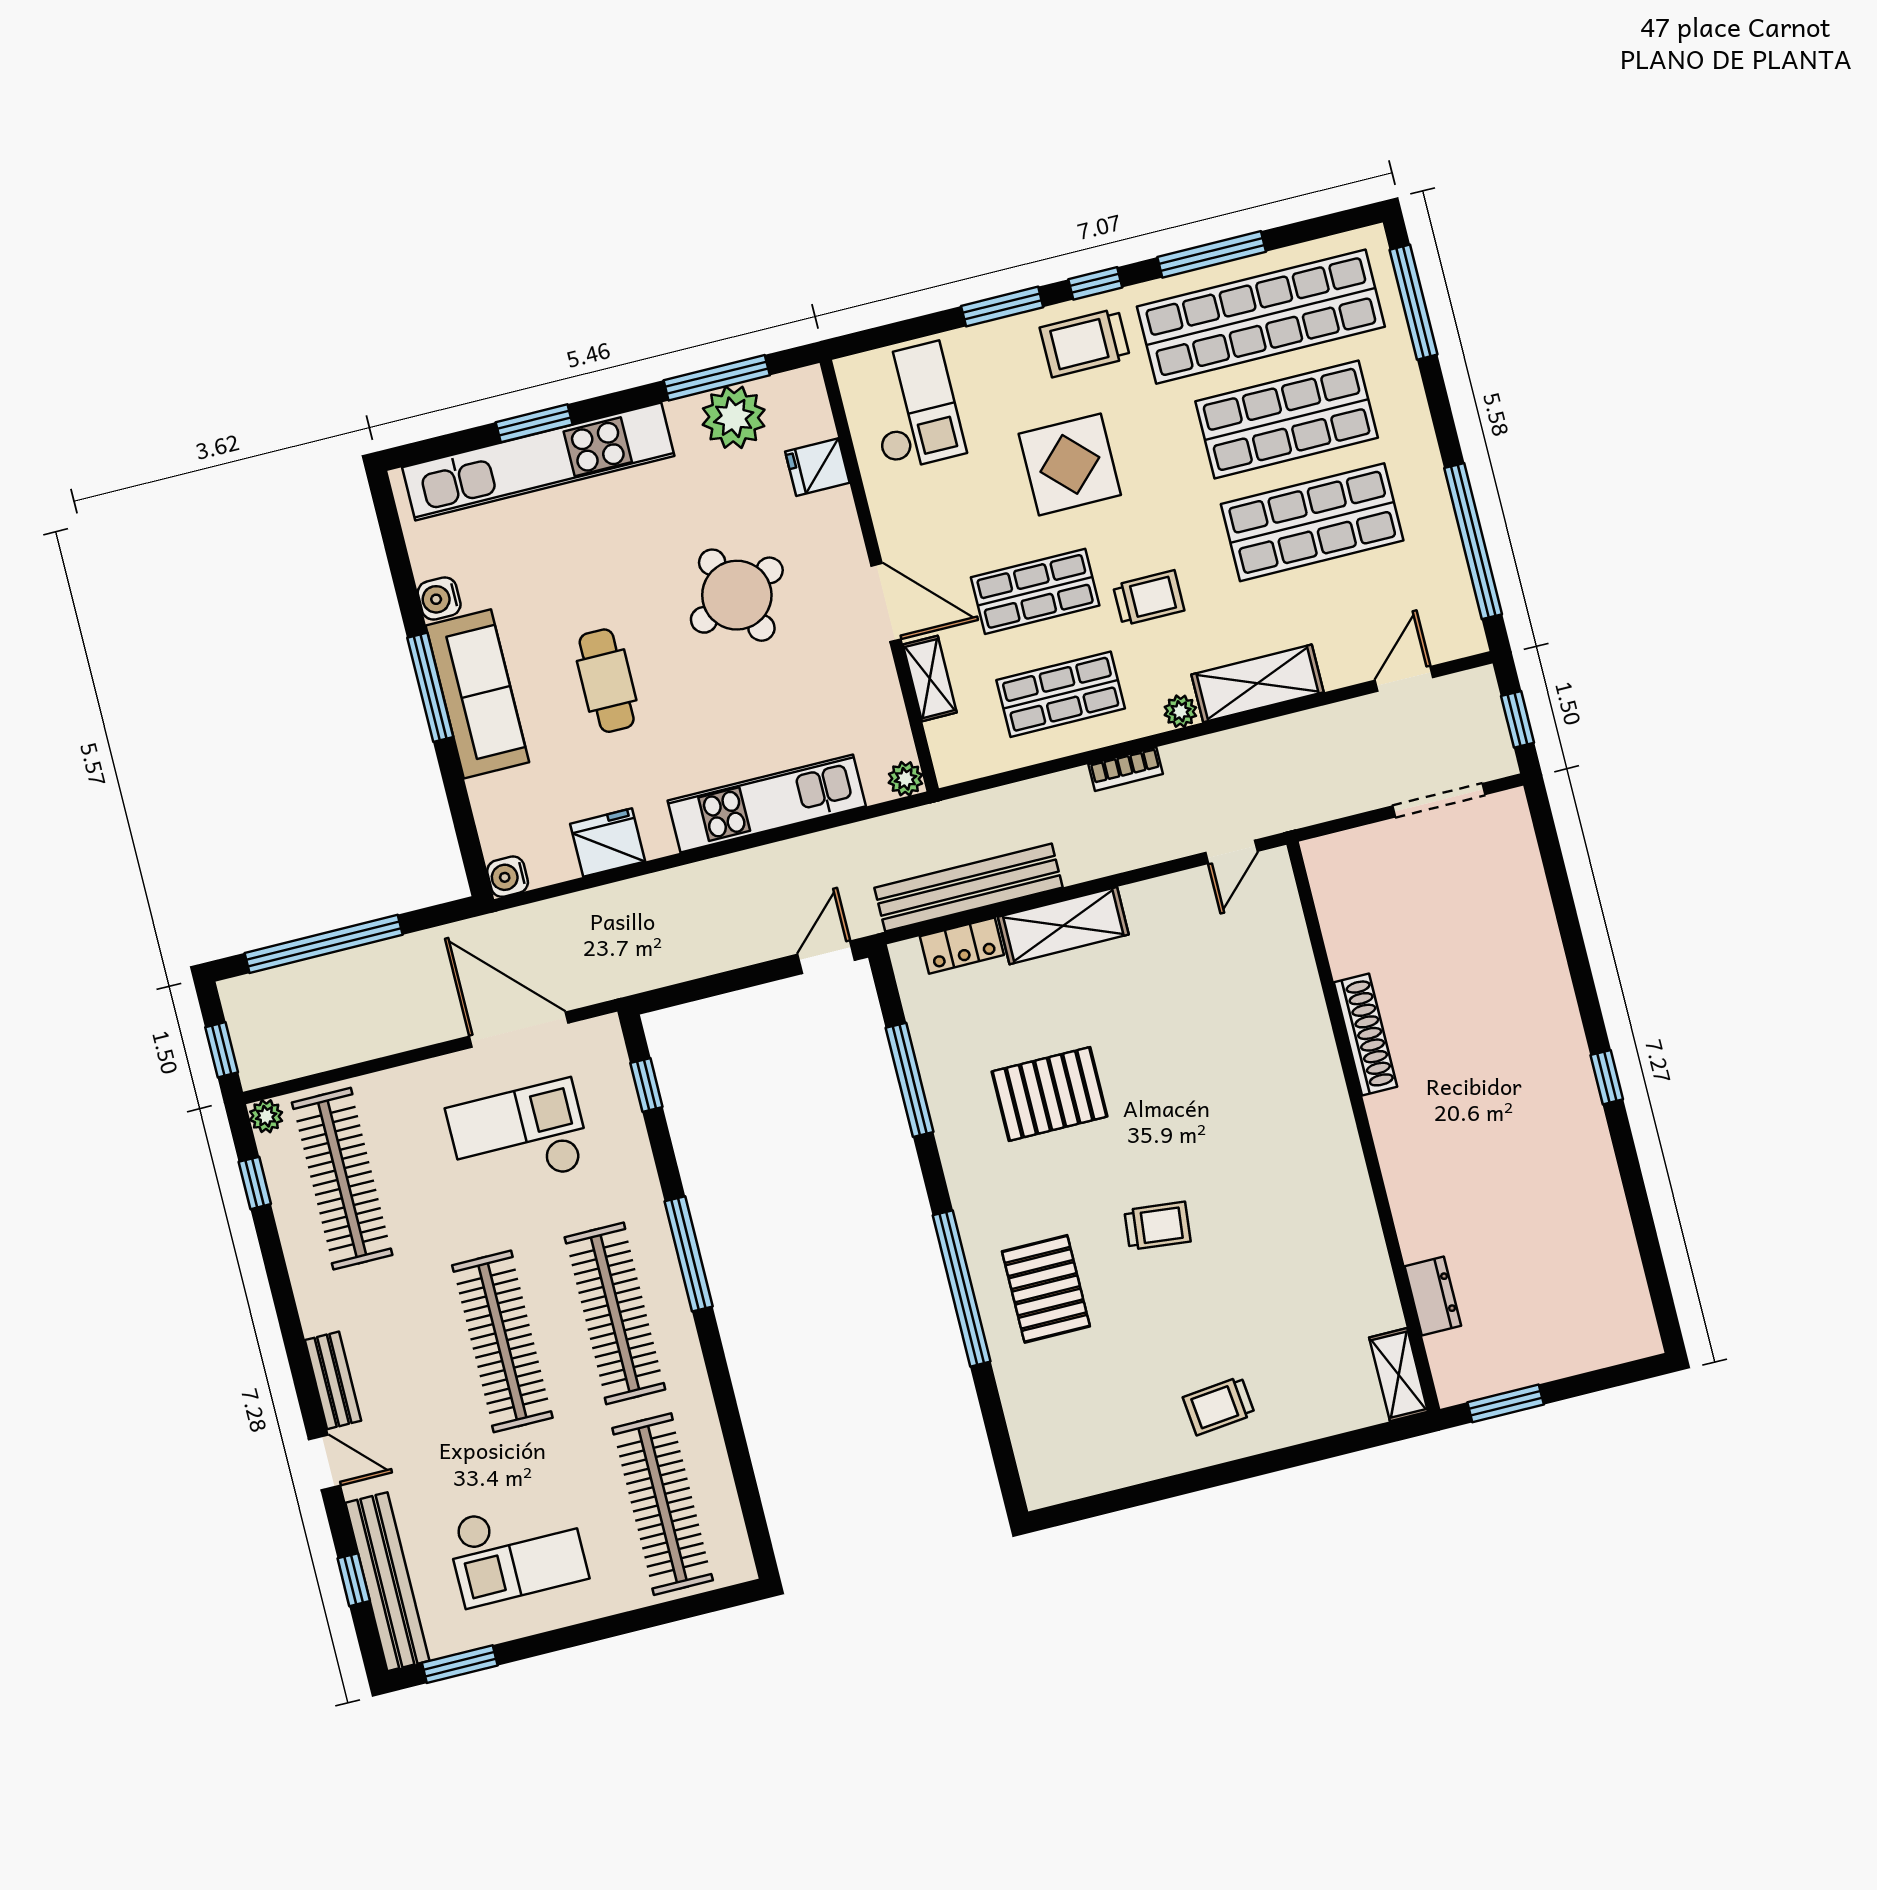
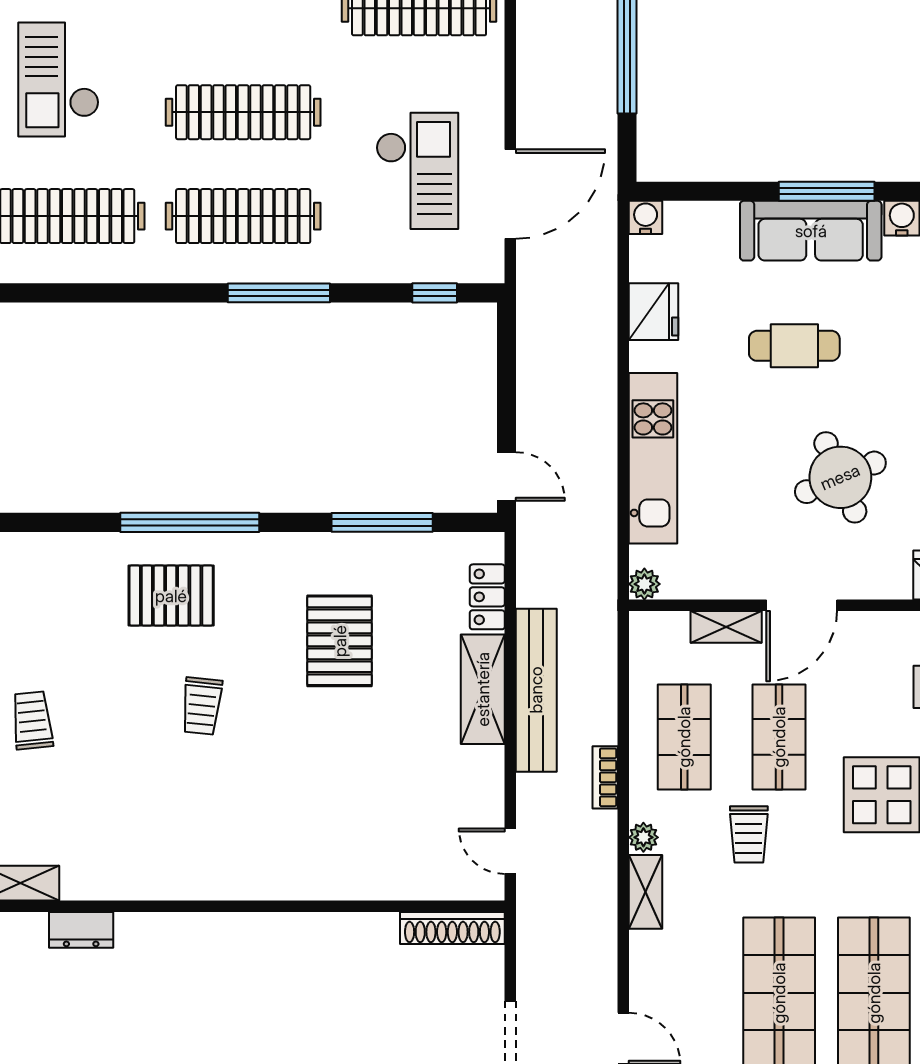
shelving: (1258, 683) -> (645, 892), width x0.67, depth x0.75
bench: (968, 888) -> (536, 690), moved
shoe rack: (1366, 1035) -> (452, 928), moved

